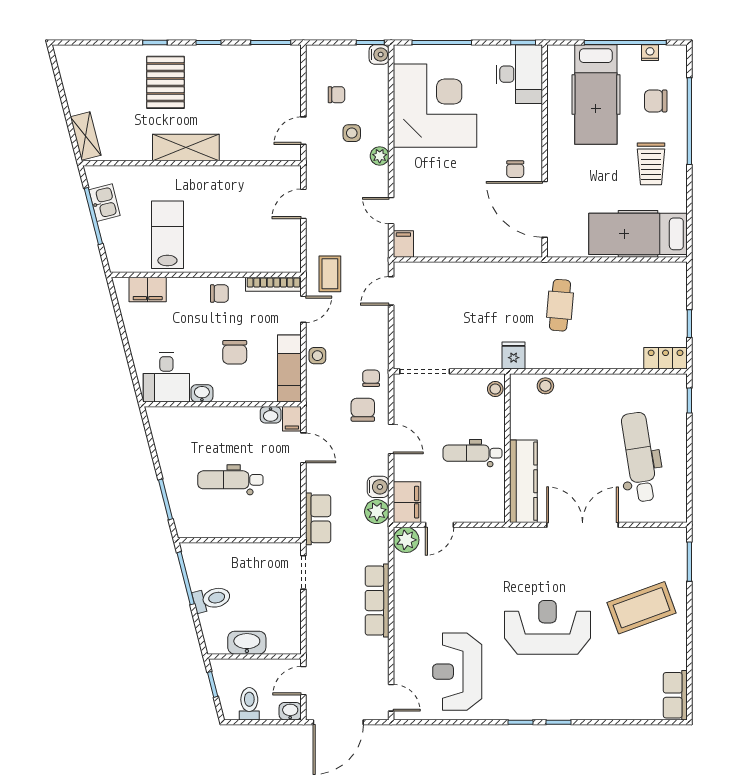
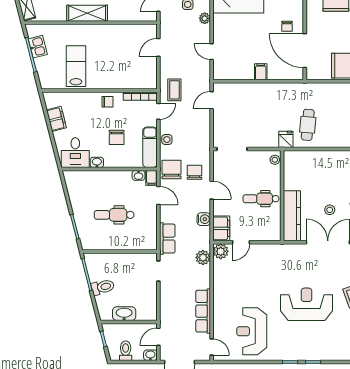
filing cabinet: (403, 244) -> (261, 72), moved
filing cabinet: (148, 289) -> (56, 119), moved, turned -104
cafe table: (560, 305) -> (308, 125), moved
chair: (371, 378) -> (172, 169), moved, width x1.87, depth x1.87
stool: (545, 386) -> (330, 210), moved
plant: (377, 512) -> (203, 257), moved
row of seats: (377, 601) -> (203, 311), moved

